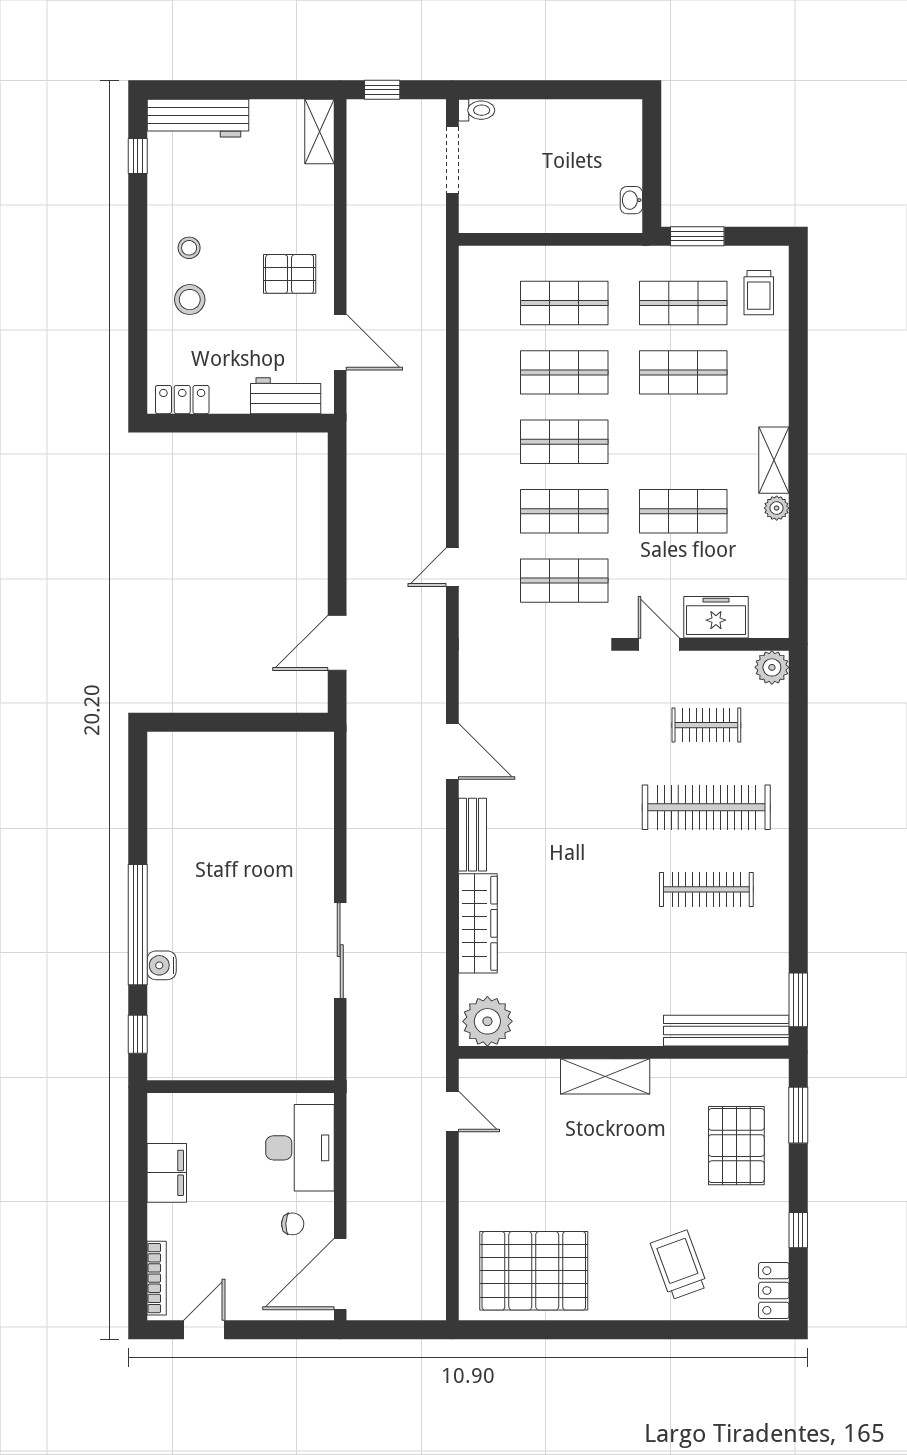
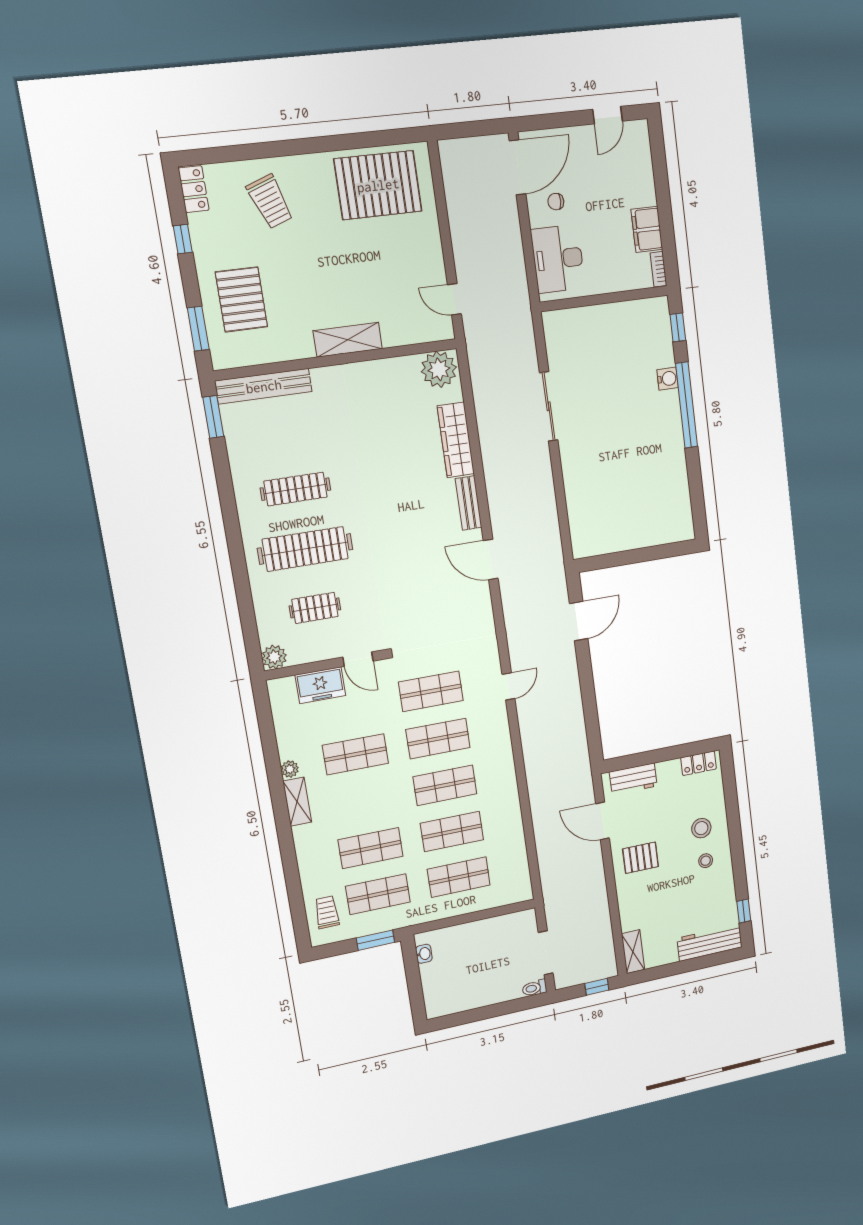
bookcase: (157, 1278) -> (658, 269), moved, width x0.64

